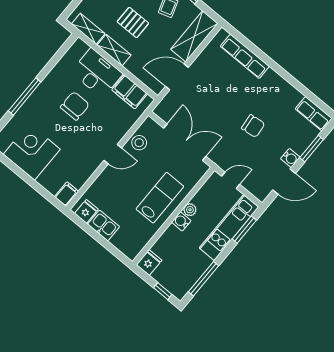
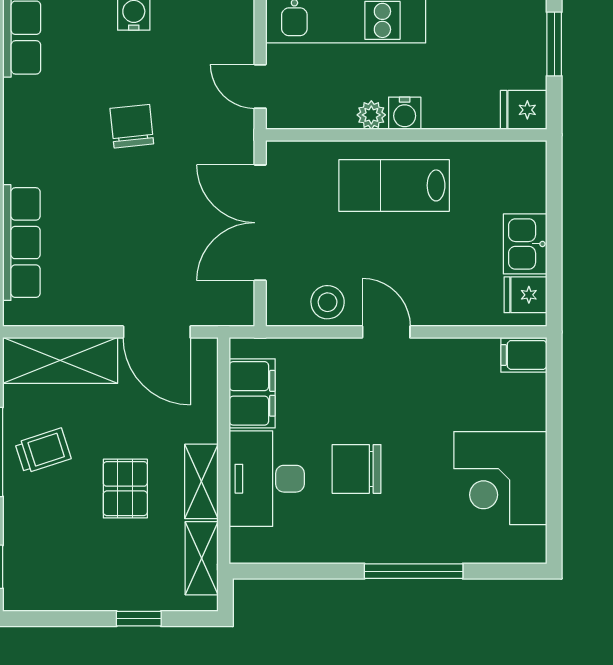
window: (163, 291) -> (554, 44), width x1.50

